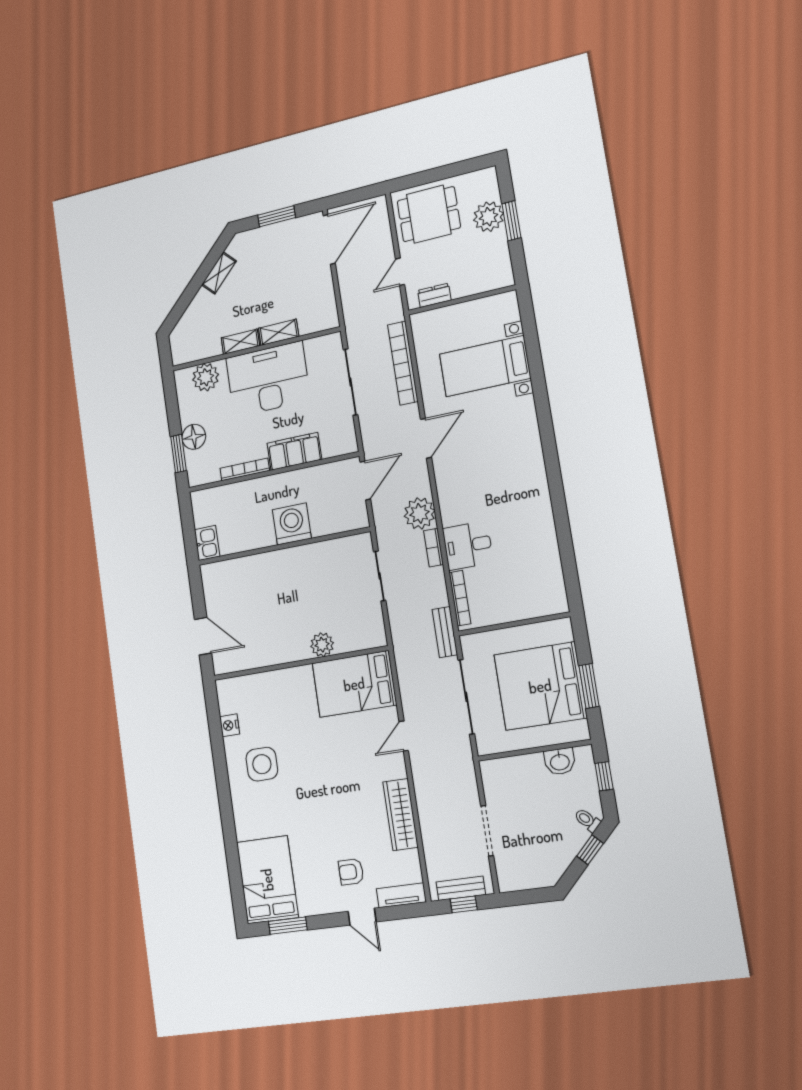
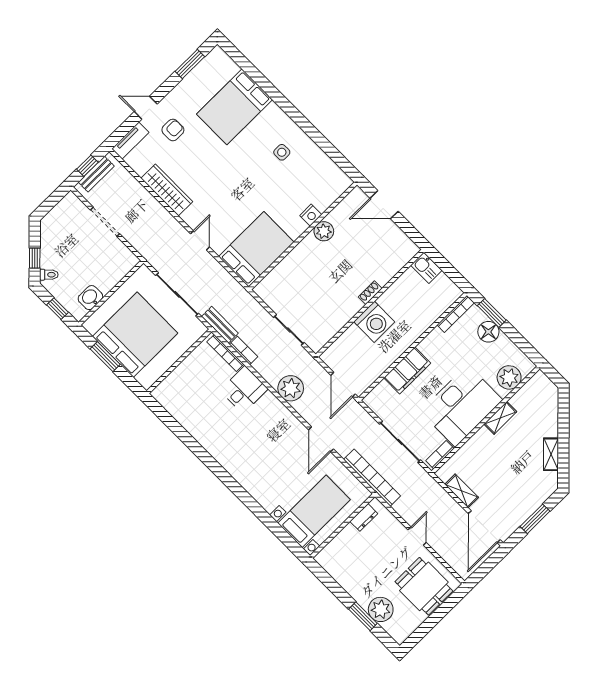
dining table: (429, 214) -> (424, 586), turned 90
dresser: (434, 295) -> (364, 517), moved
wall: (462, 300) -> (343, 526), moved
shelving: (279, 332) -> (462, 491), moved, turned 90
bookcase: (321, 343) -> (440, 455), added
bookcase: (245, 469) -> (456, 314), moved
bookcase: (434, 548) -> (243, 351), moved
shoe rack: (276, 557) -> (370, 293), added
plant: (322, 645) -> (324, 231), moved
nightstand: (230, 725) -> (311, 215), moved, turned 90
side table: (262, 764) -> (282, 152), width x0.54, depth x0.54
bed: (267, 880) -> (234, 107), moved, turned 90

